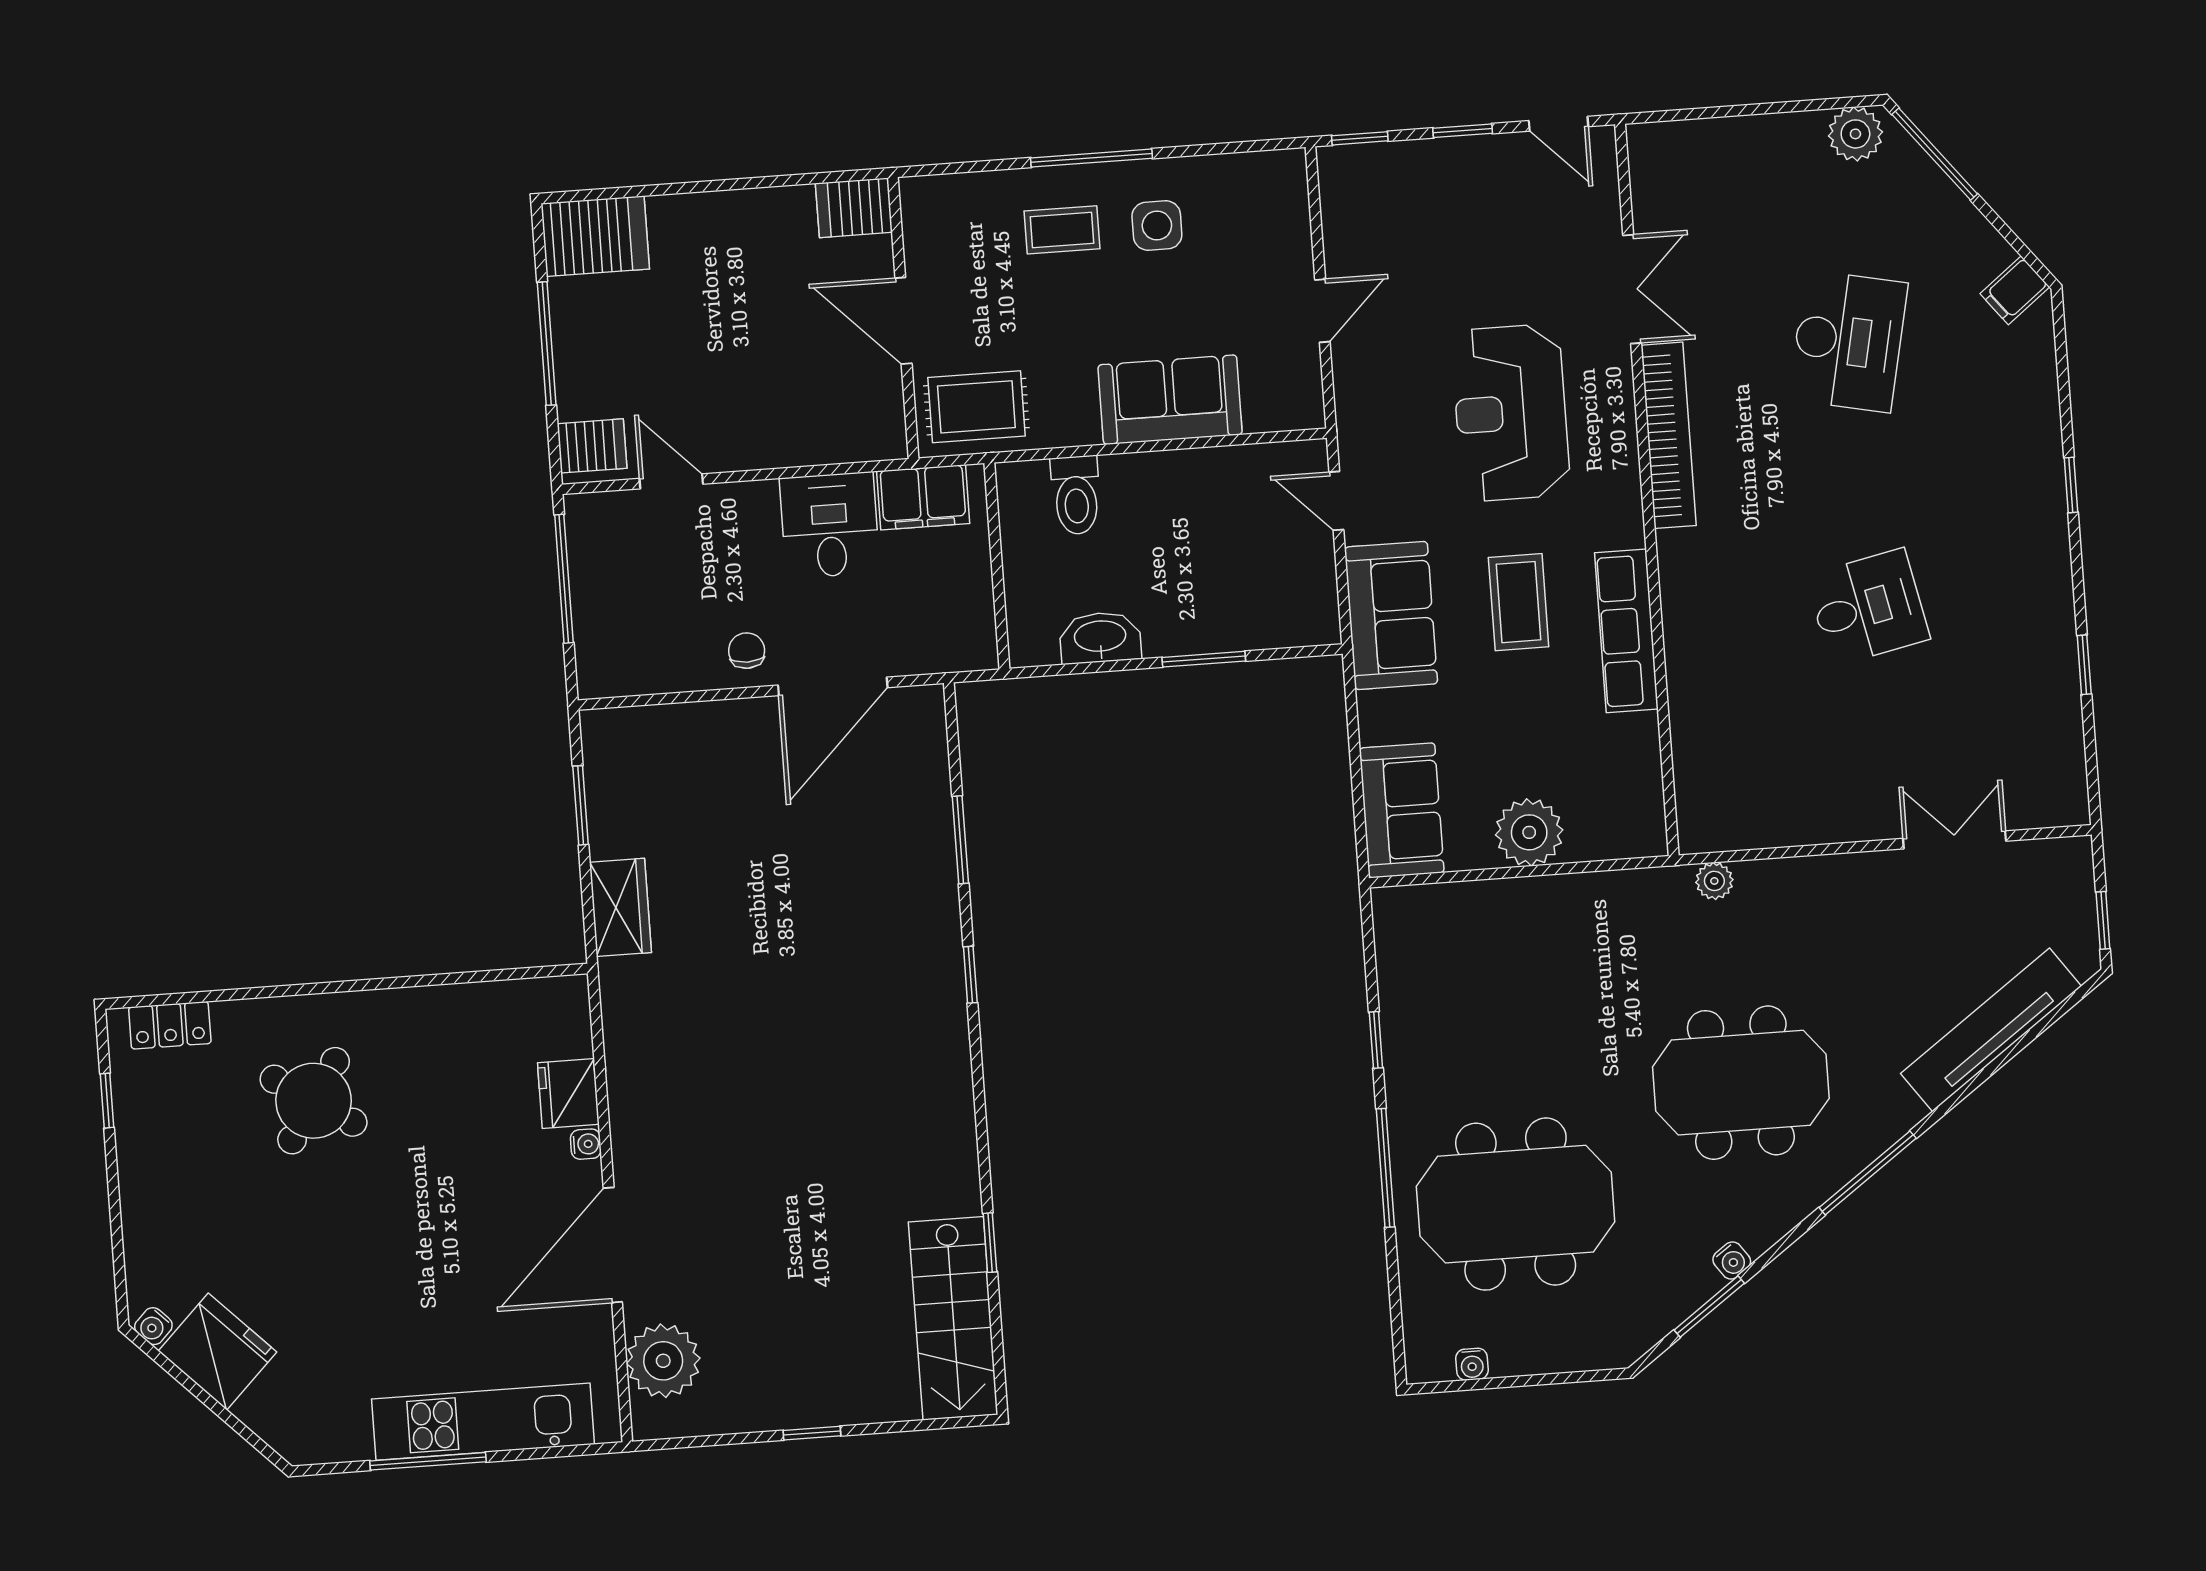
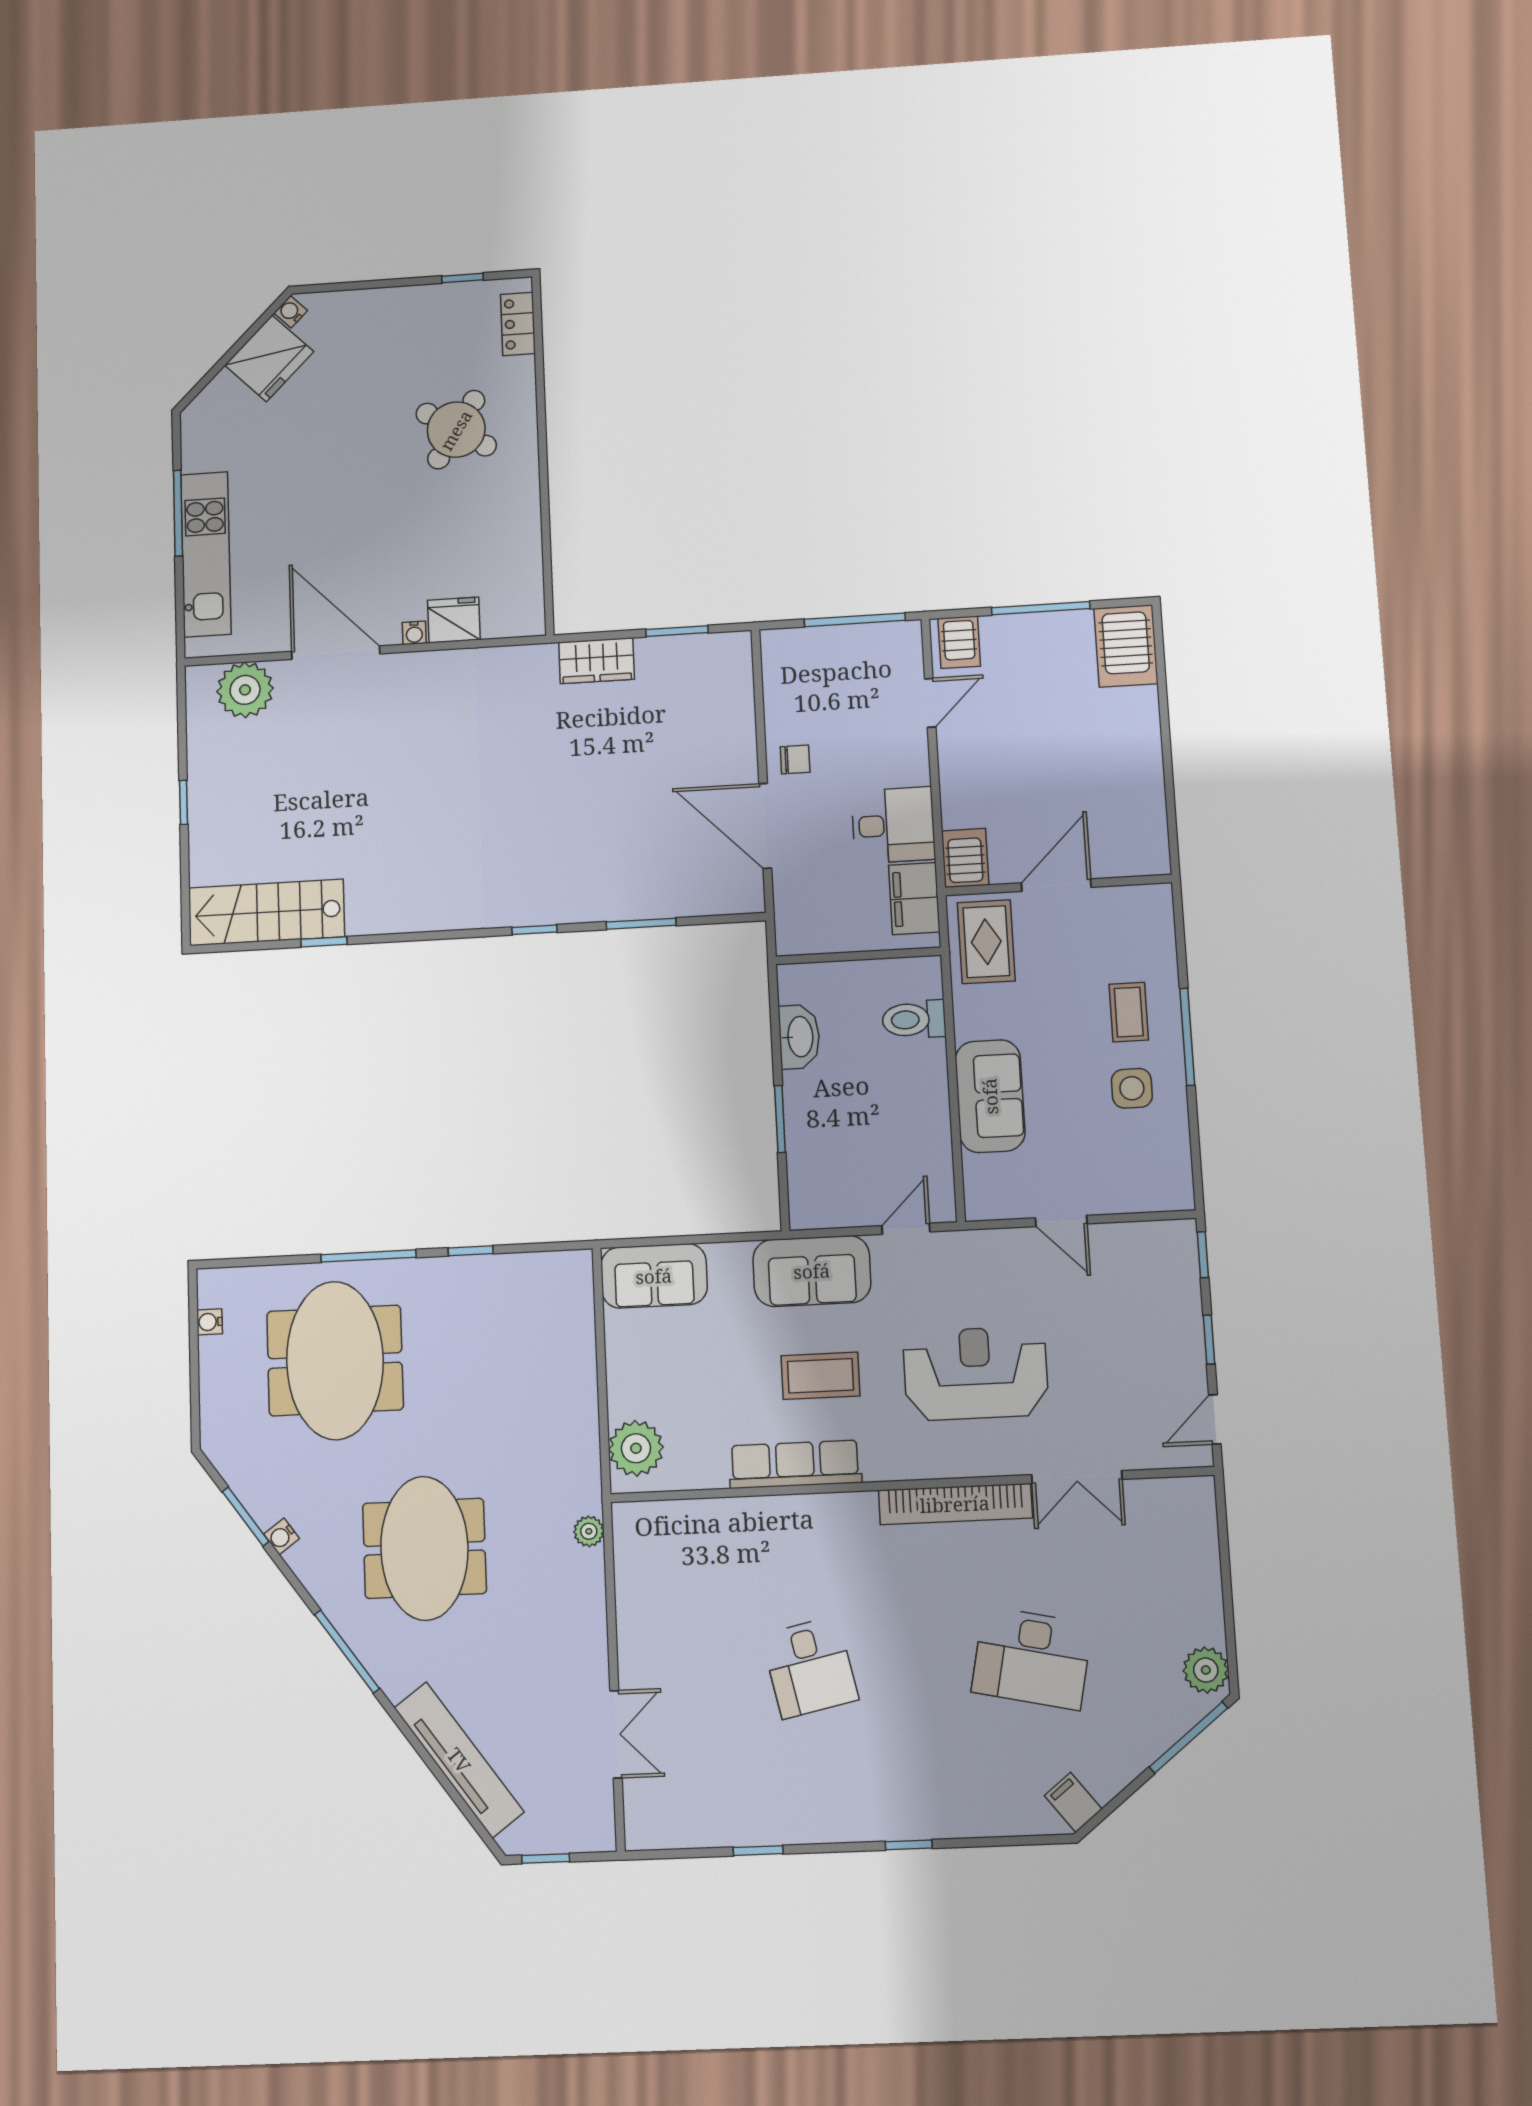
server rack: (854, 208) -> (965, 858), moved
plant: (1529, 832) -> (636, 1448), moved

